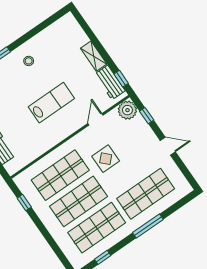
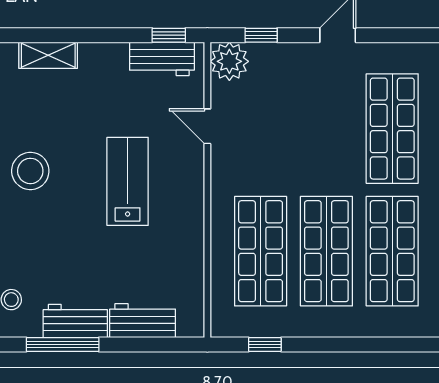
shelving: (94, 56) -> (48, 55), moved
stool: (29, 61) -> (30, 171), width x1.89, depth x1.89
display table: (106, 159) -> (286, 155), removed

